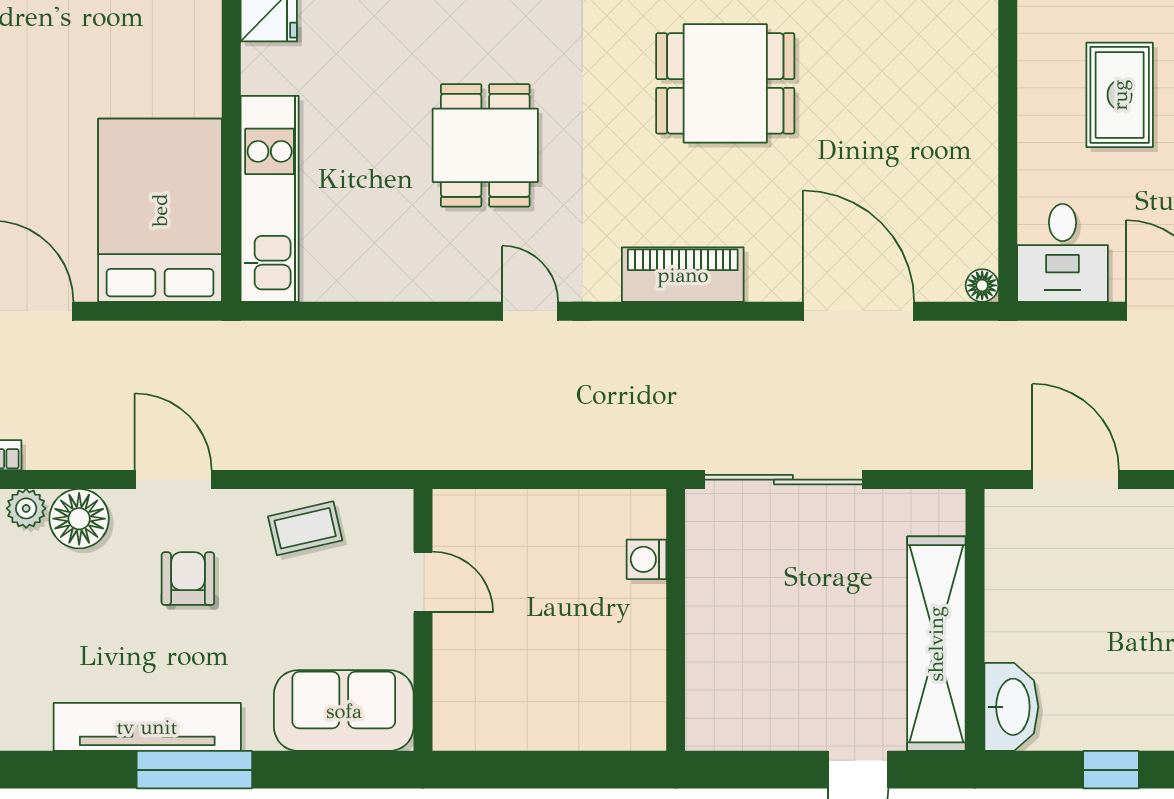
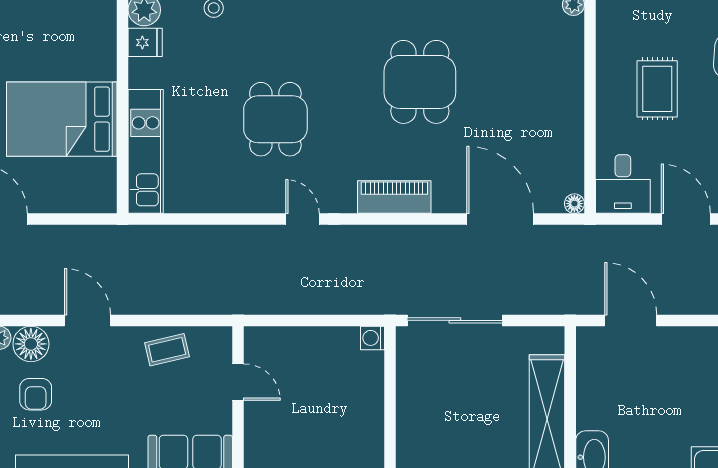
dining table: (725, 83) -> (420, 82), turned 90
bed: (160, 210) -> (62, 119), moved, turned -90
washing machine: (647, 559) -> (372, 338), moved
armchair: (188, 579) -> (36, 394), moved, turned 180

